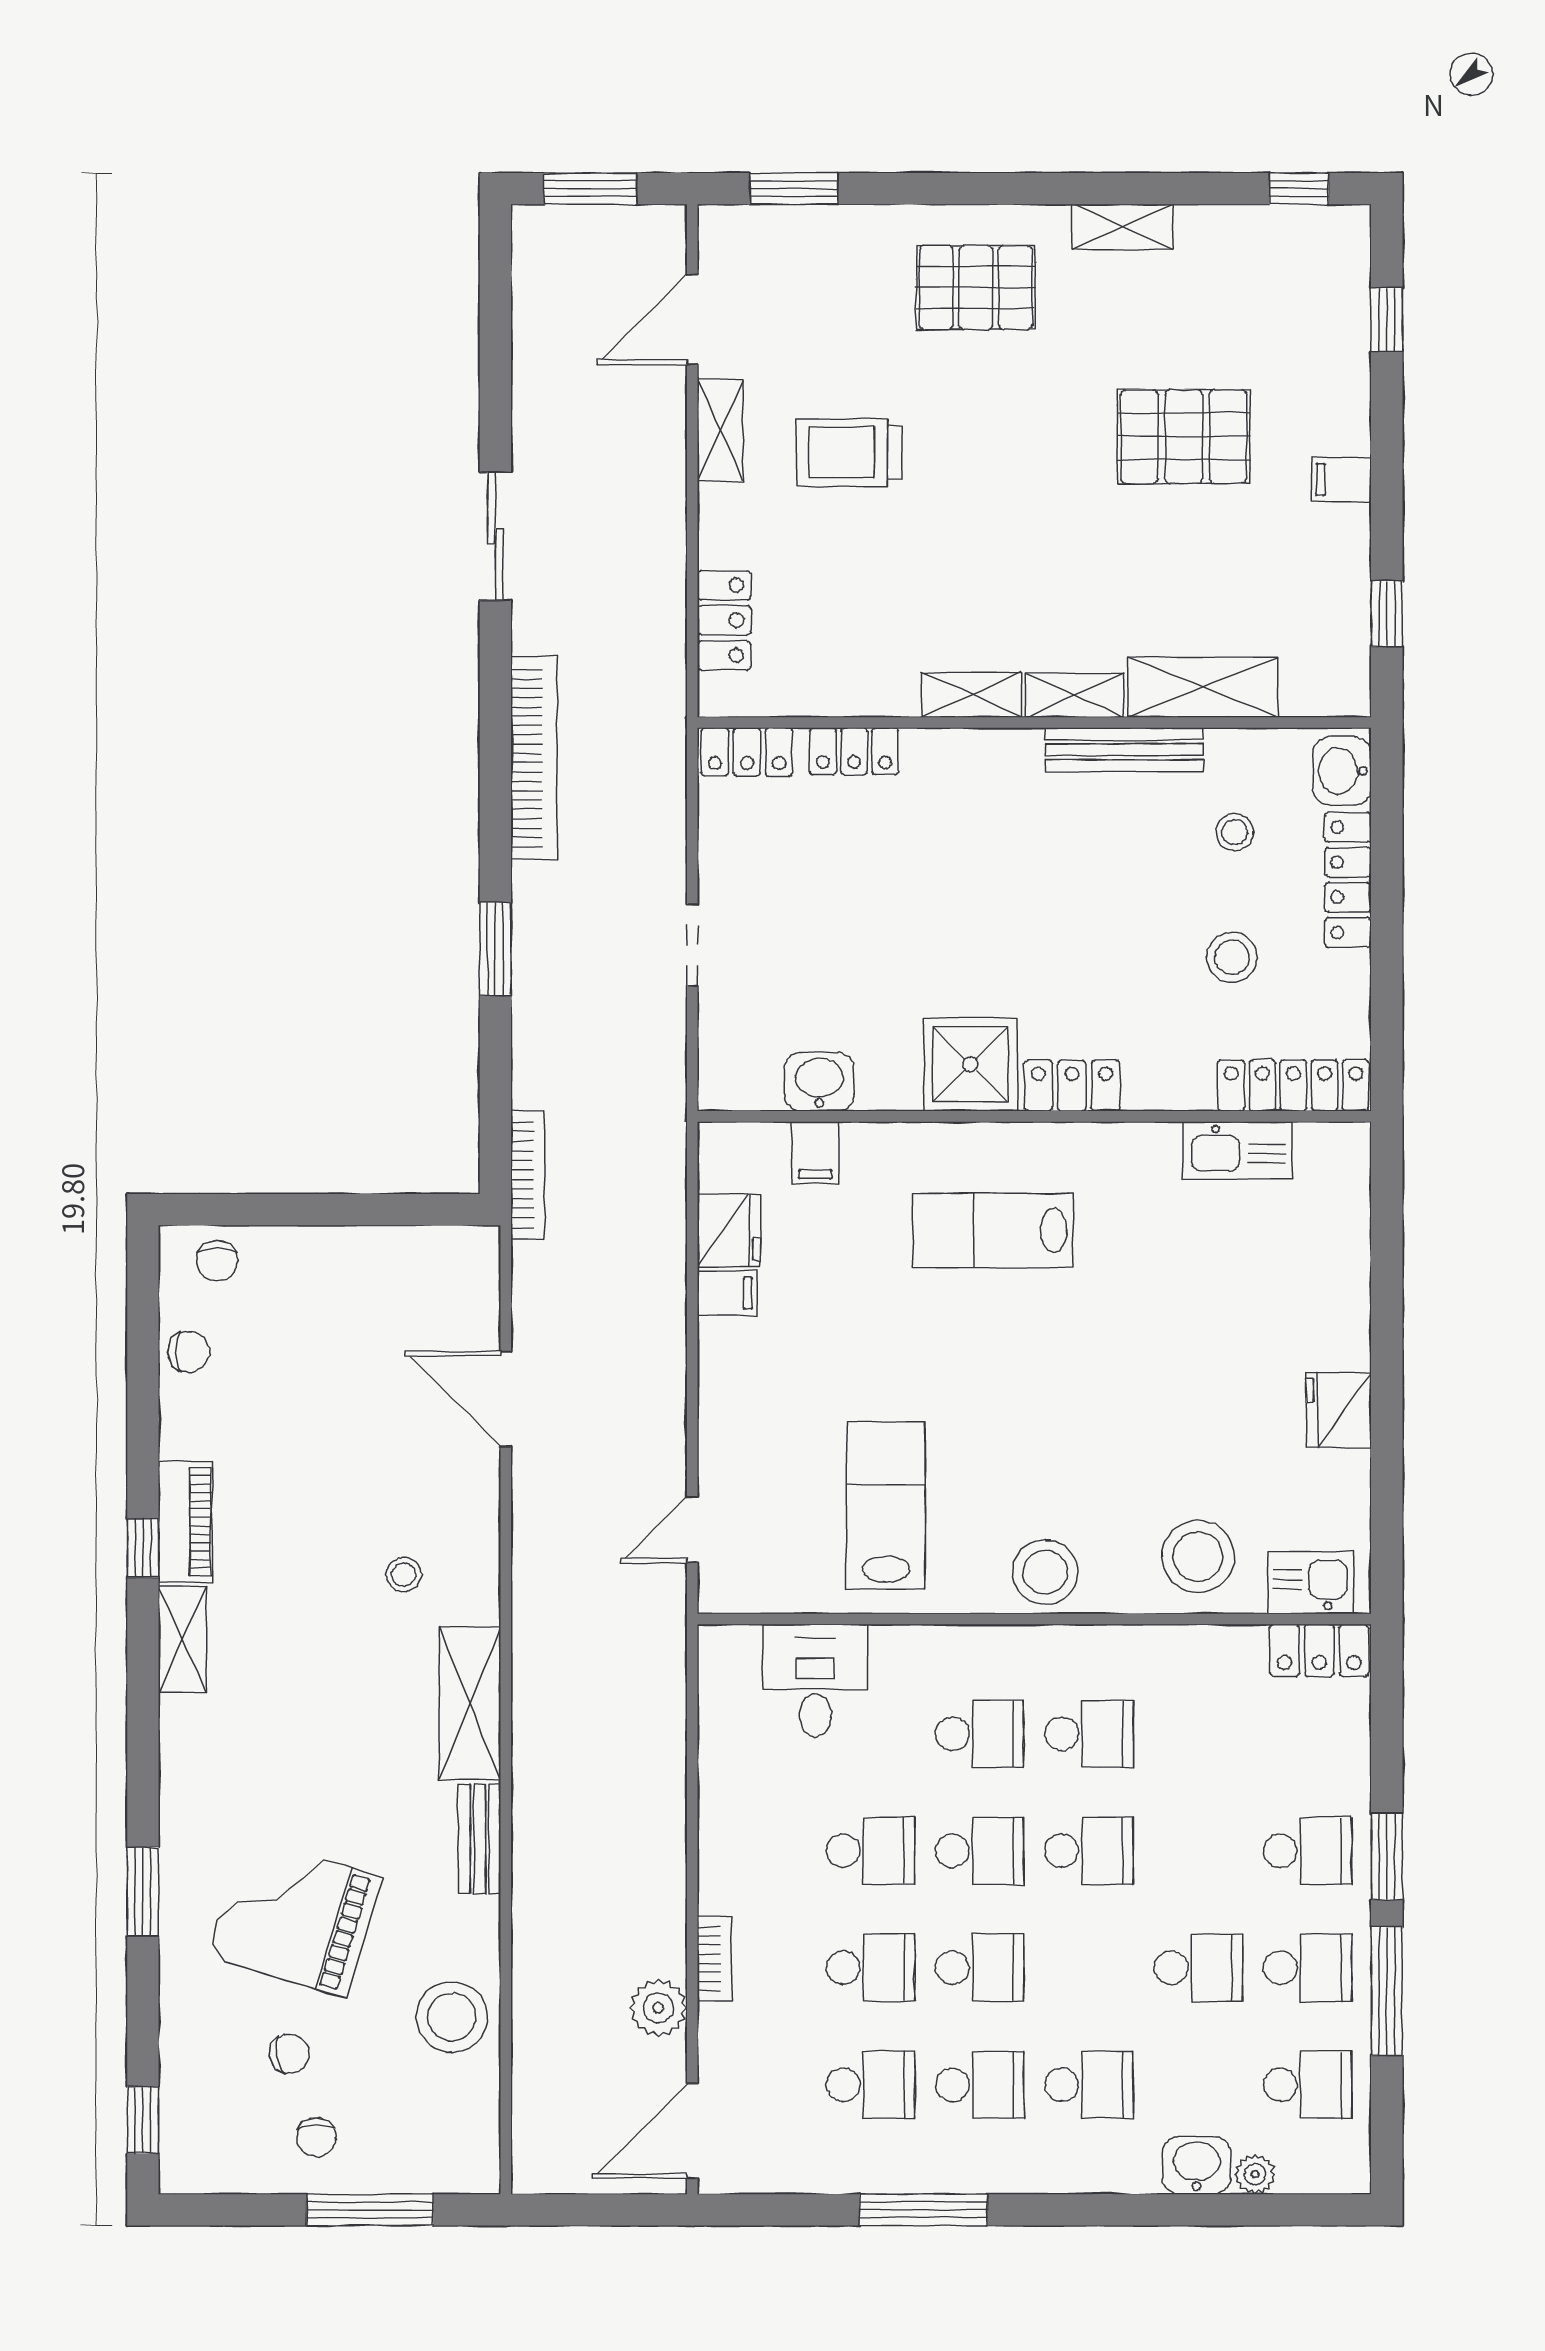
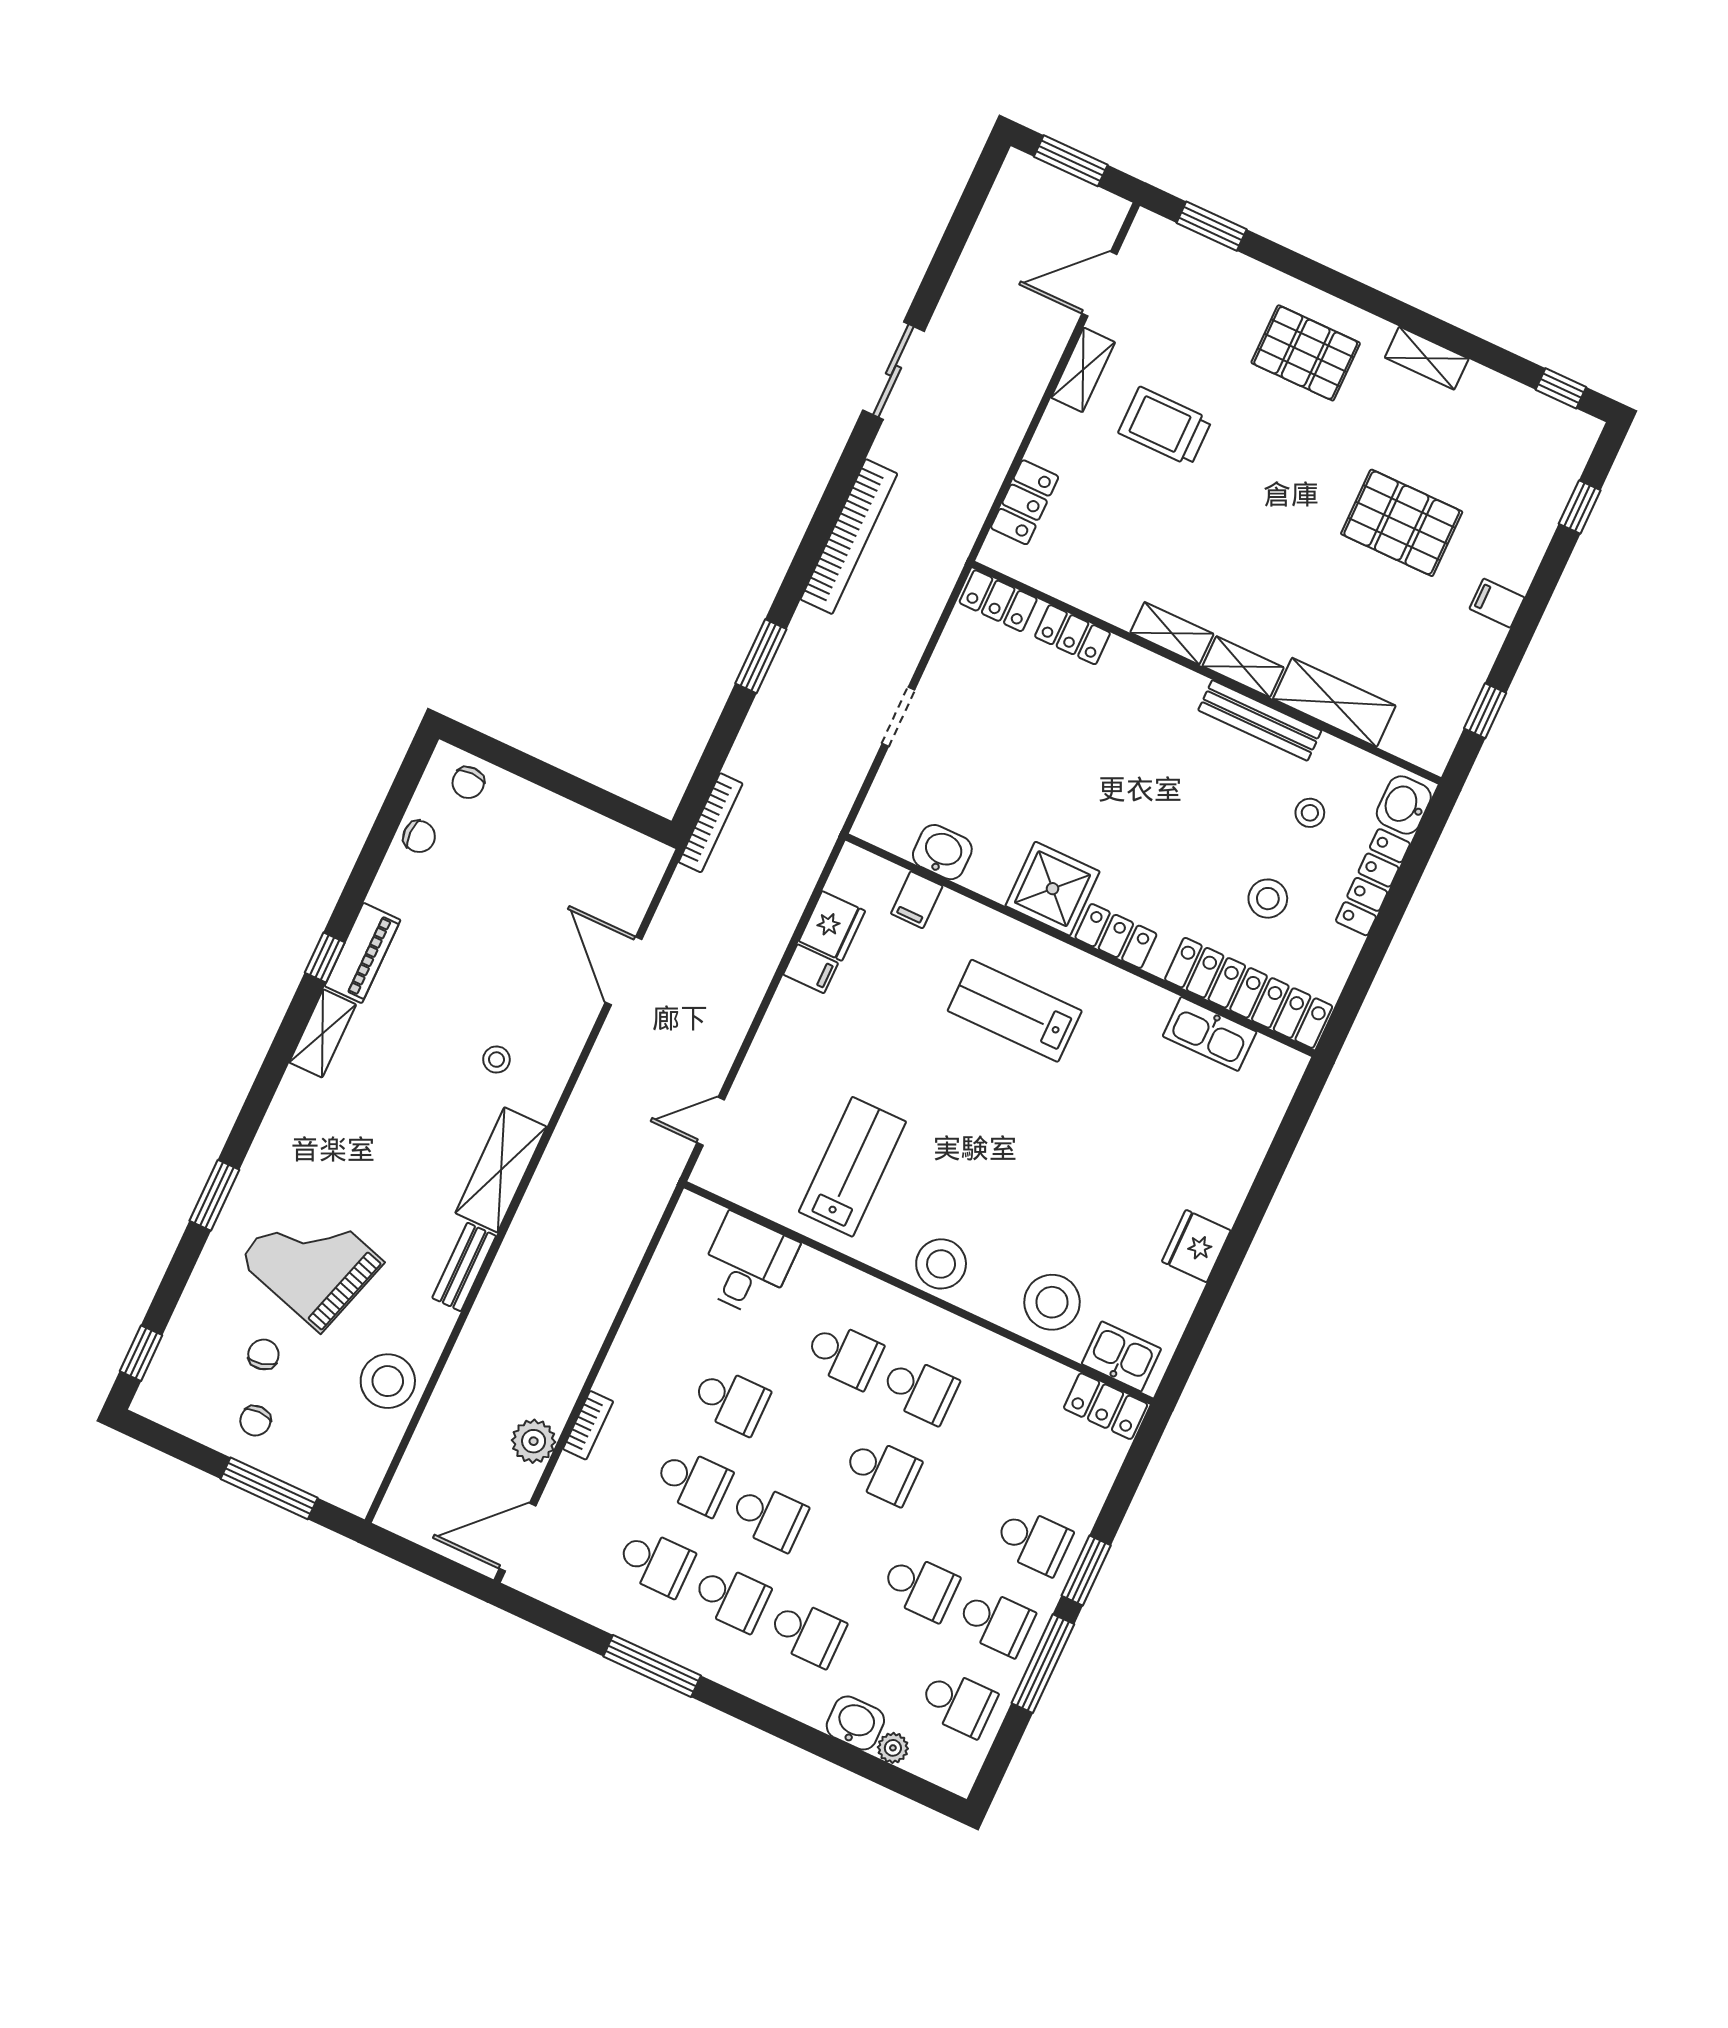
locker: (1293, 1085) -> (1249, 993), width x1.41, depth x1.21
school desk: (980, 1851) -> (806, 1436), removed
chair: (289, 2054) -> (263, 1354), turned -95

